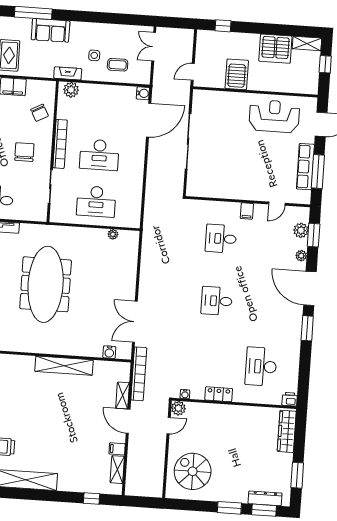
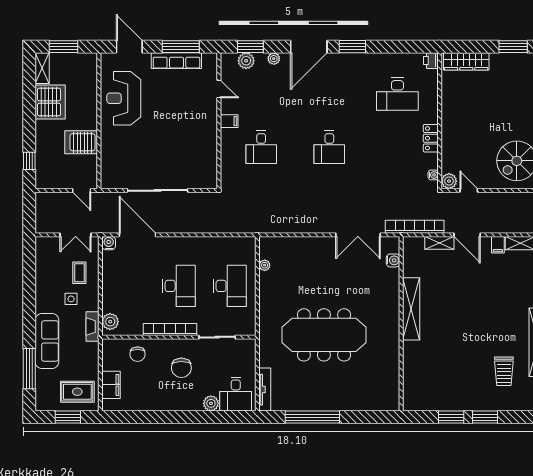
sofa: (51, 30) -> (47, 341), width x1.36
double door: (154, 47) -> (76, 235), moved
window: (325, 64) -> (63, 47), width x1.50
chair: (40, 113) -> (138, 354), turned 118
chair: (24, 152) -> (181, 368), turned -90
door: (128, 421) -> (467, 235), hinge flipped

